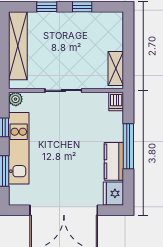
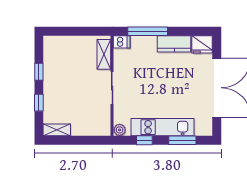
shelving: (18, 46) -> (57, 130), width x0.45, depth x0.75
shelving: (116, 68) -> (104, 54), moved, turned 90
window: (128, 146) -> (148, 31), moved

